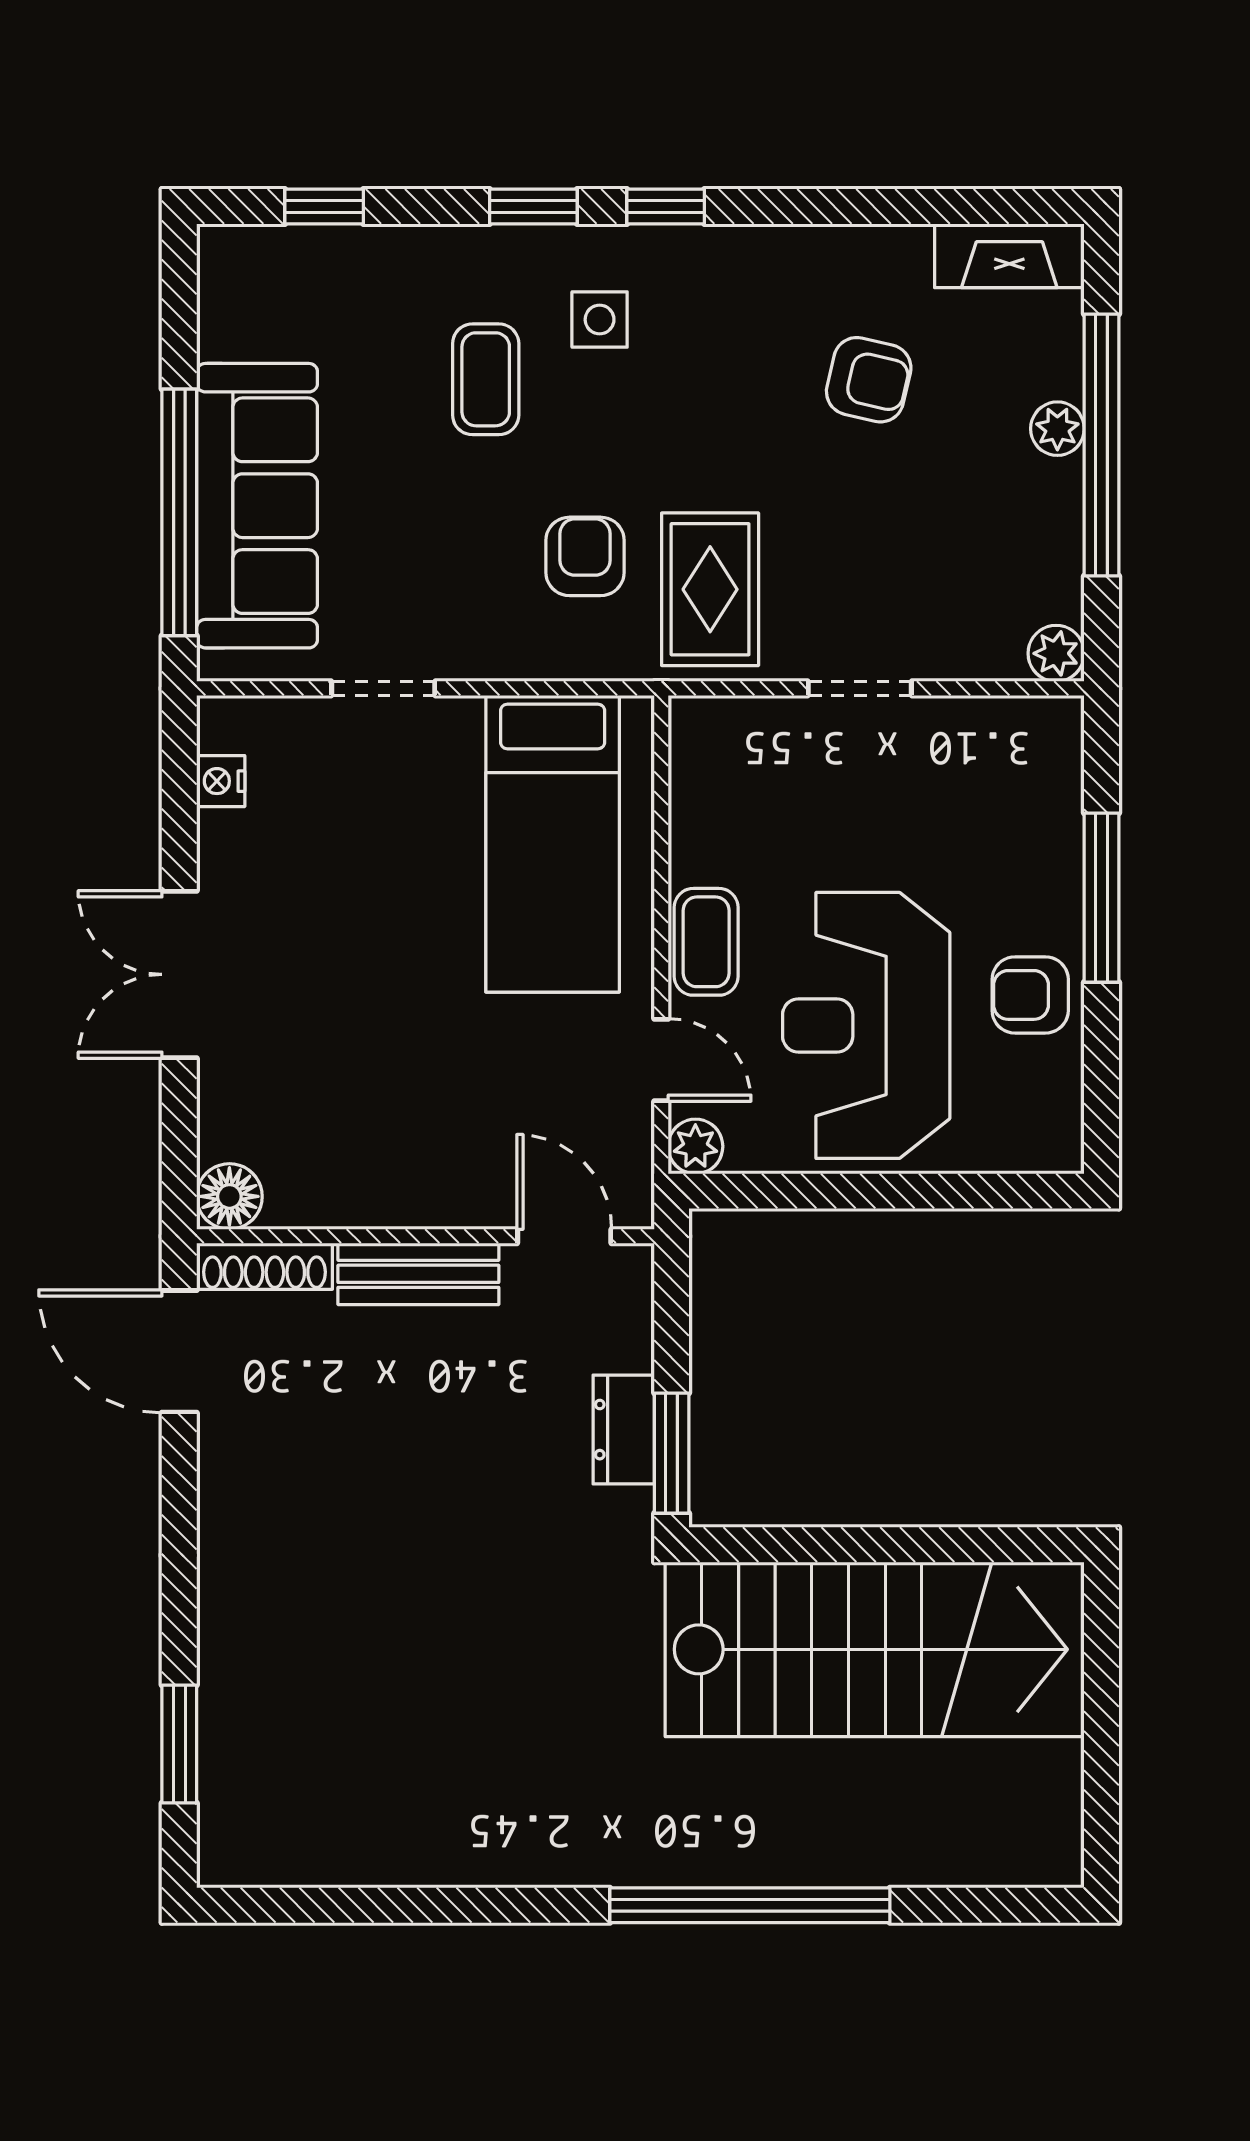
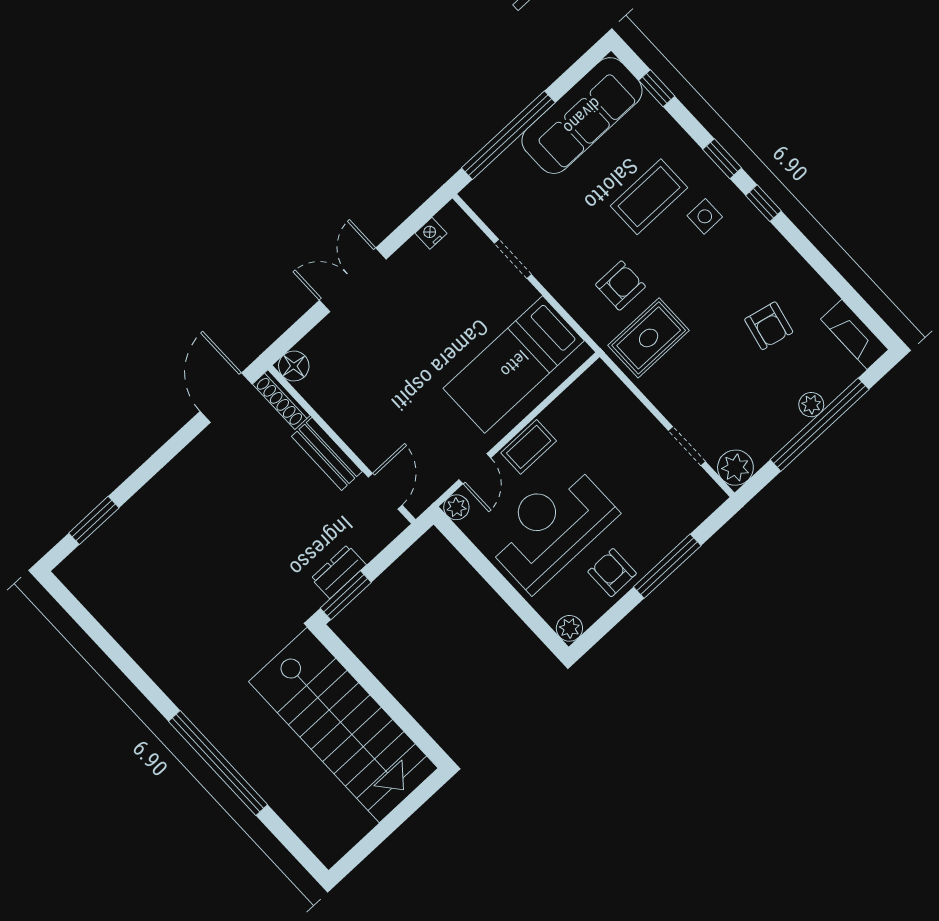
coffee table: (486, 379) -> (649, 197), width x1.36, depth x1.30
sofa: (257, 506) -> (582, 116), moved
plant: (1056, 653) -> (735, 468), width x1.38, depth x1.38
doorway: (860, 688) -> (687, 446), moved
plant: (1056, 1145) -> (569, 628), added

